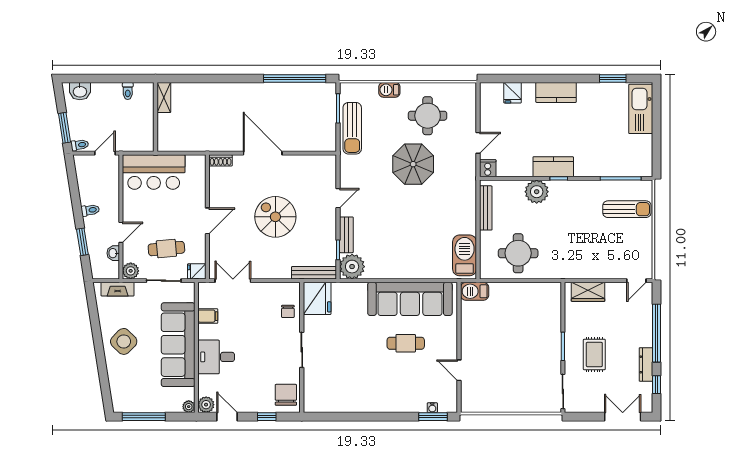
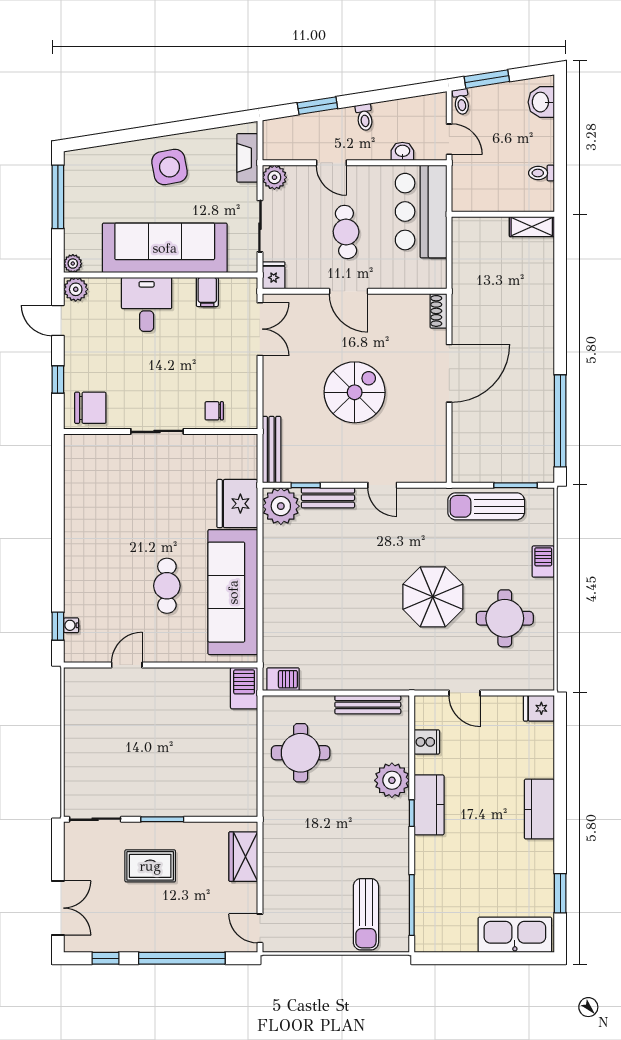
fridge: (512, 93) -> (539, 708), moved
cooker: (488, 168) -> (427, 742), moved
cafe table: (166, 249) -> (346, 232), moved
washbasin: (113, 253) -> (402, 151), moved
barbecue: (465, 255) -> (283, 679), width x0.53, depth x0.65
fridge: (317, 298) -> (237, 504), moved, turned 90
side table: (124, 341) -> (170, 167), turned 36
dresser: (646, 364) -> (135, 943), removed
door: (227, 417) -> (58, 320), swing flipped
window: (433, 417) -> (58, 626), width x0.67

